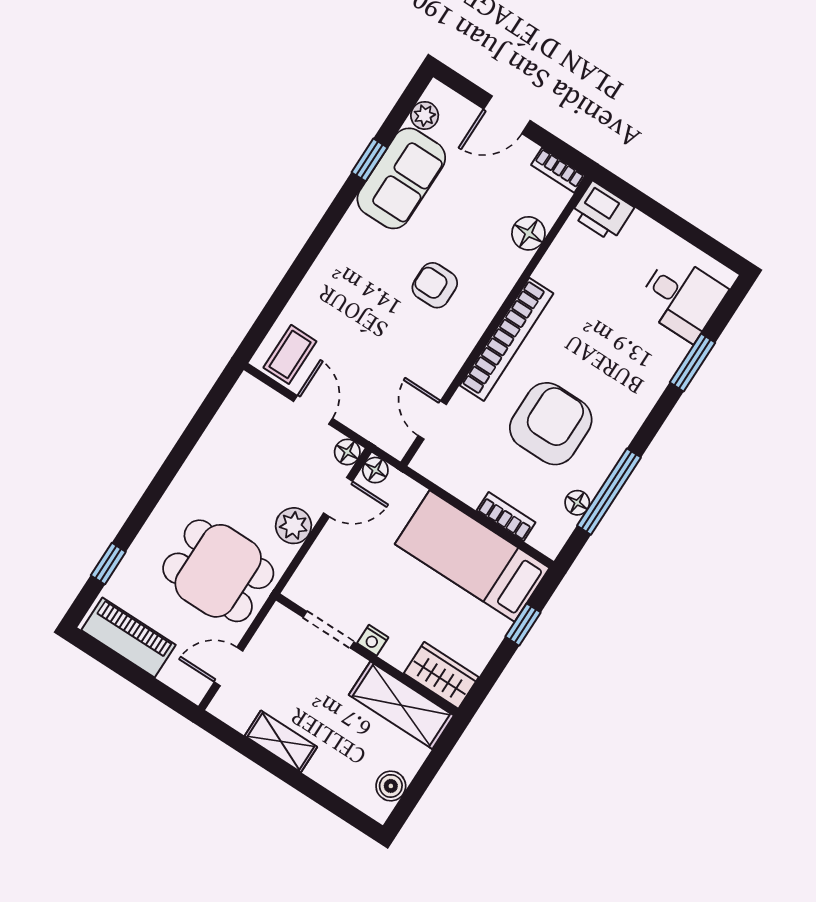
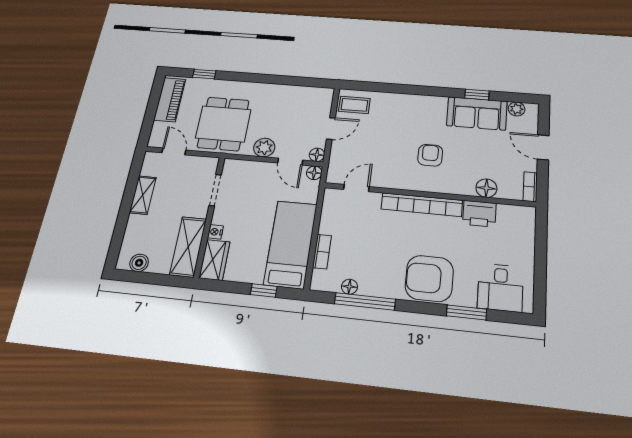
printer: (602, 211) -> (479, 214), moved, turned -90
armchair: (551, 424) -> (429, 278), moved, turned 180
nightstand: (373, 640) -> (215, 232), moved

